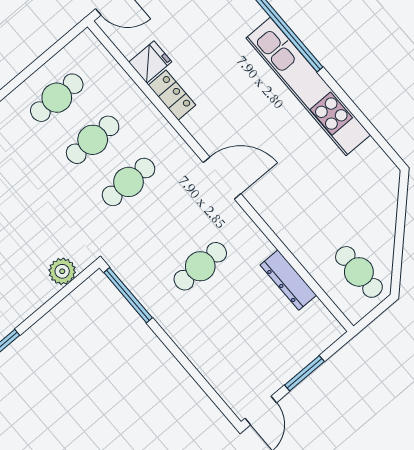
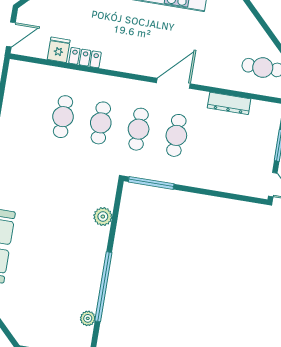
cafe table: (57, 98) -> (139, 129), moved
door: (222, 178) -> (173, 83), moved
plant: (62, 271) -> (103, 217), moved

